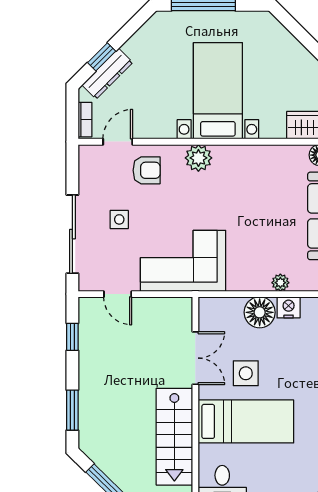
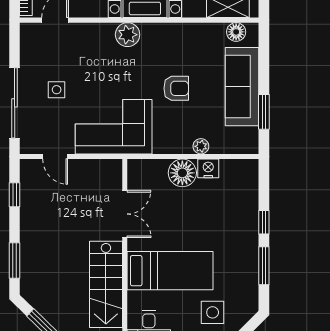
armchair: (147, 170) -> (176, 88), moved
side table: (246, 373) -> (213, 312), moved

